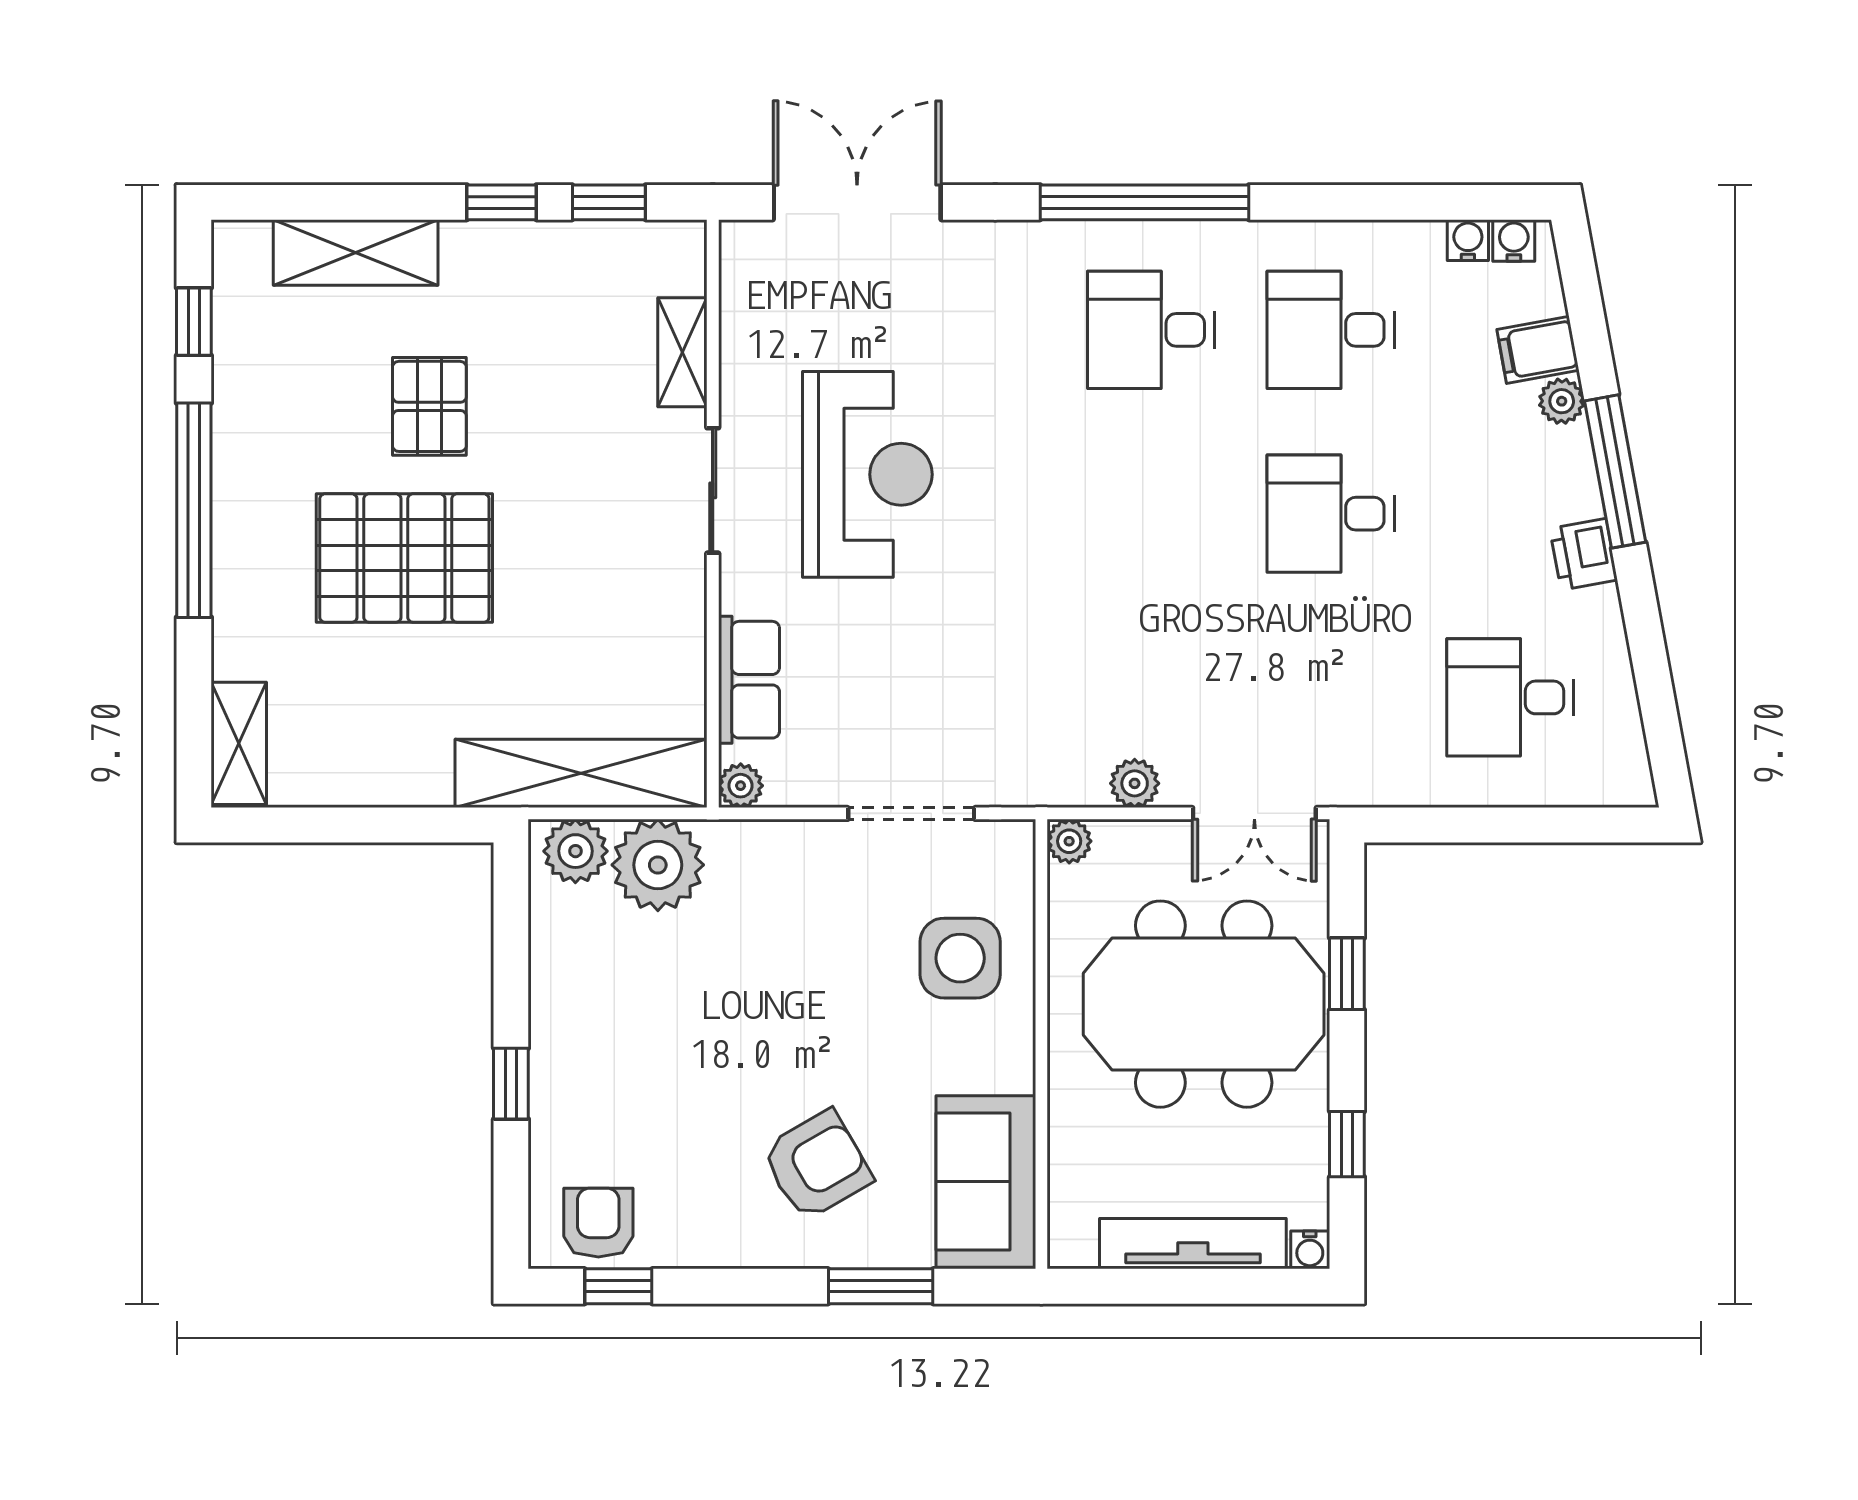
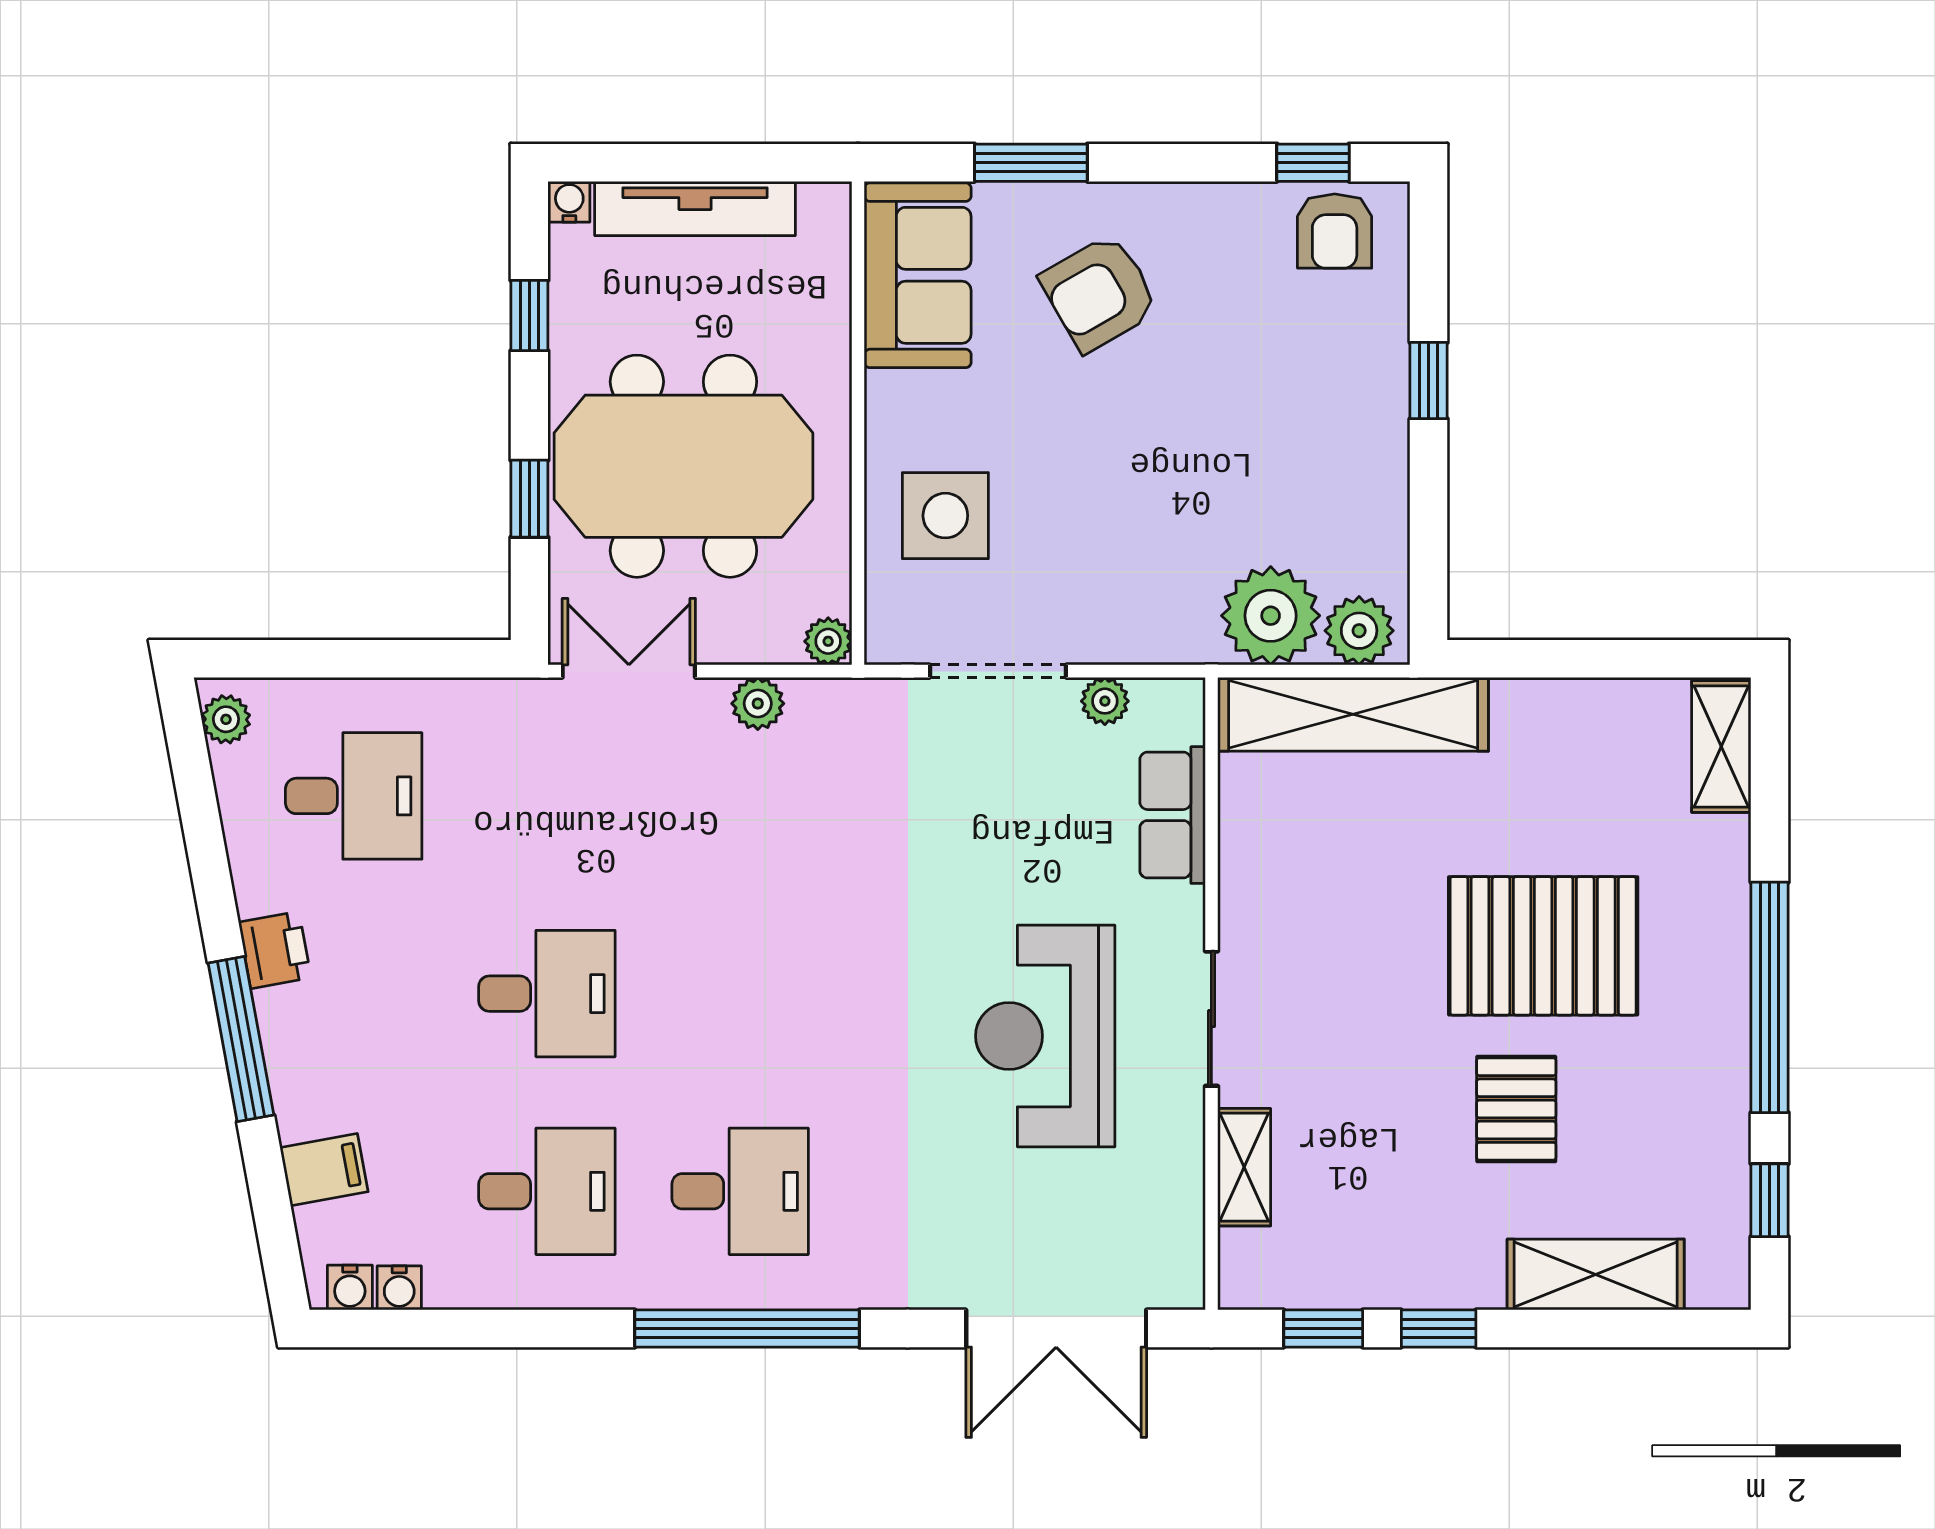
plant: (1562, 401) -> (226, 719), moved
plant: (741, 786) -> (1105, 701), moved

